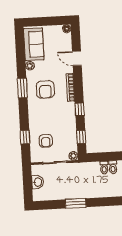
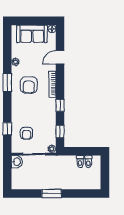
sofa: (34, 44) -> (32, 34), moved, turned 90
door: (77, 58) -> (60, 57), hinge flipped
washbasin: (38, 182) -> (17, 162), moved

